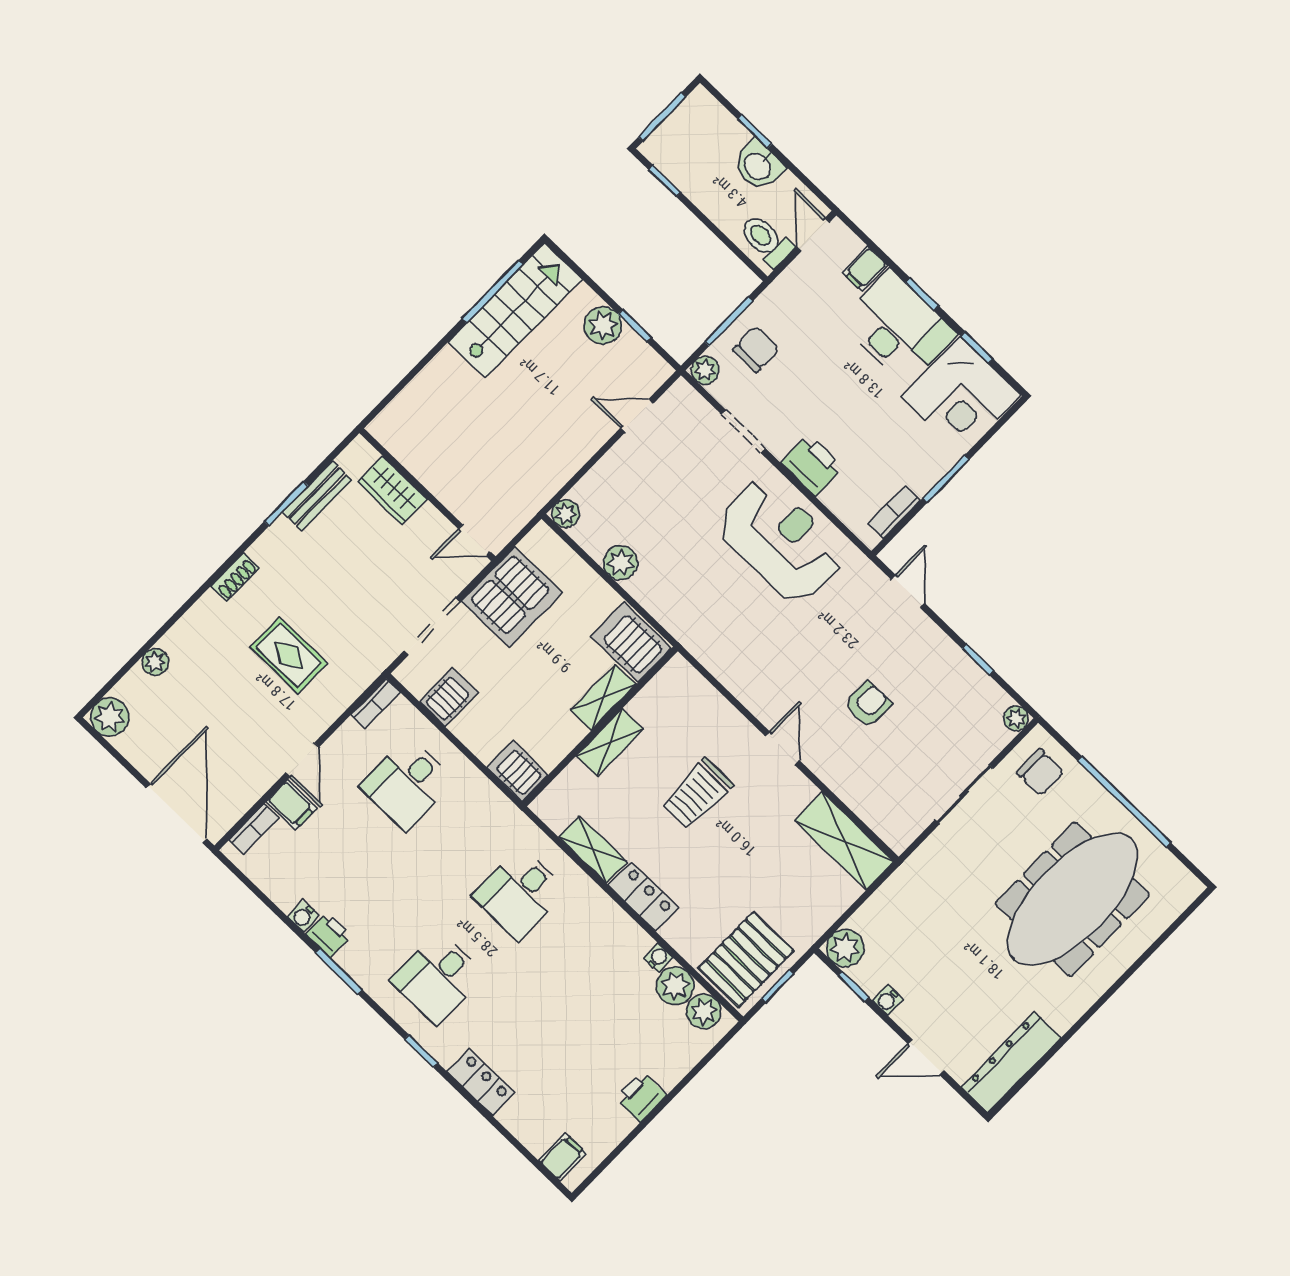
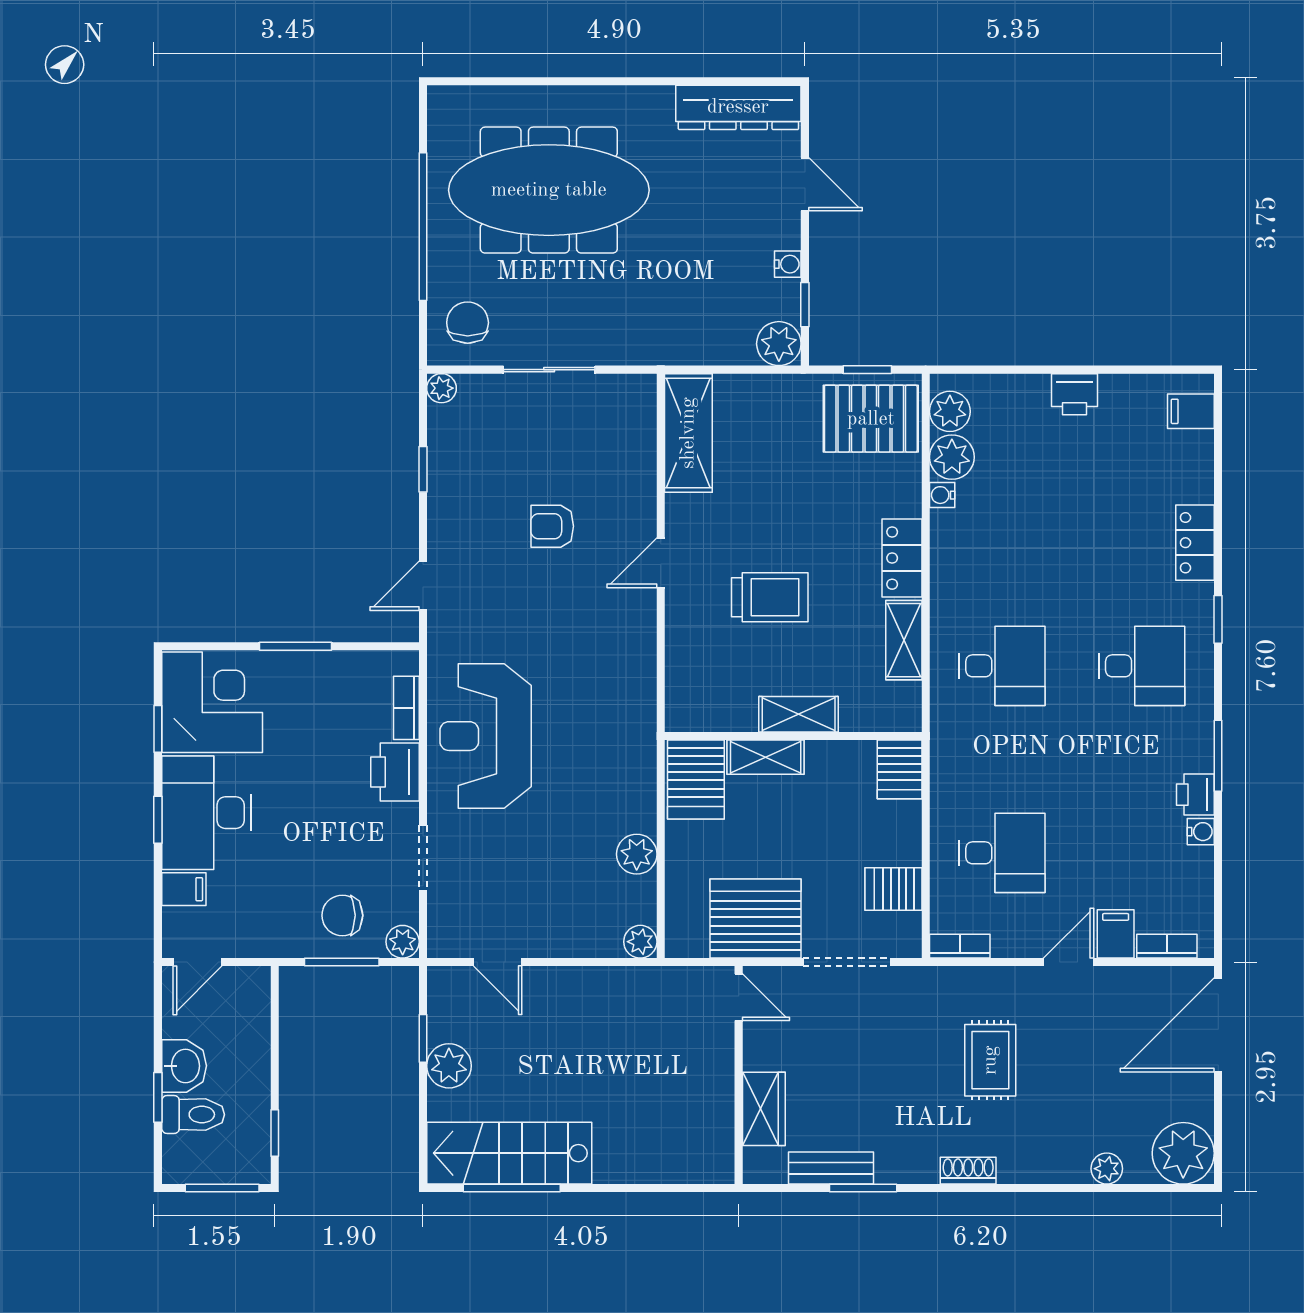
toilet: (766, 240) -> (193, 1115), moved, turned -90
bookcase: (894, 512) -> (406, 708), moved, turned 90
plant: (110, 717) -> (1183, 1153), width x1.36, depth x1.36

